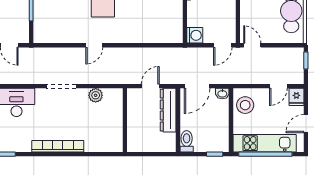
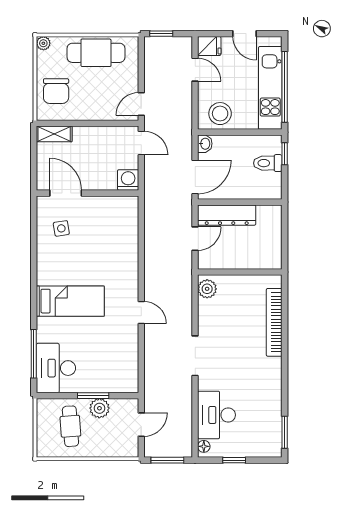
plant: (22, 14) -> (99, 408), added
door: (150, 86) -> (195, 239), swing flipped
door: (197, 86) -> (195, 177), hinge flipped
plant: (96, 95) -> (207, 289), moved
toilet: (187, 141) -> (268, 163), moved
bookcase: (58, 146) -> (274, 322), moved

